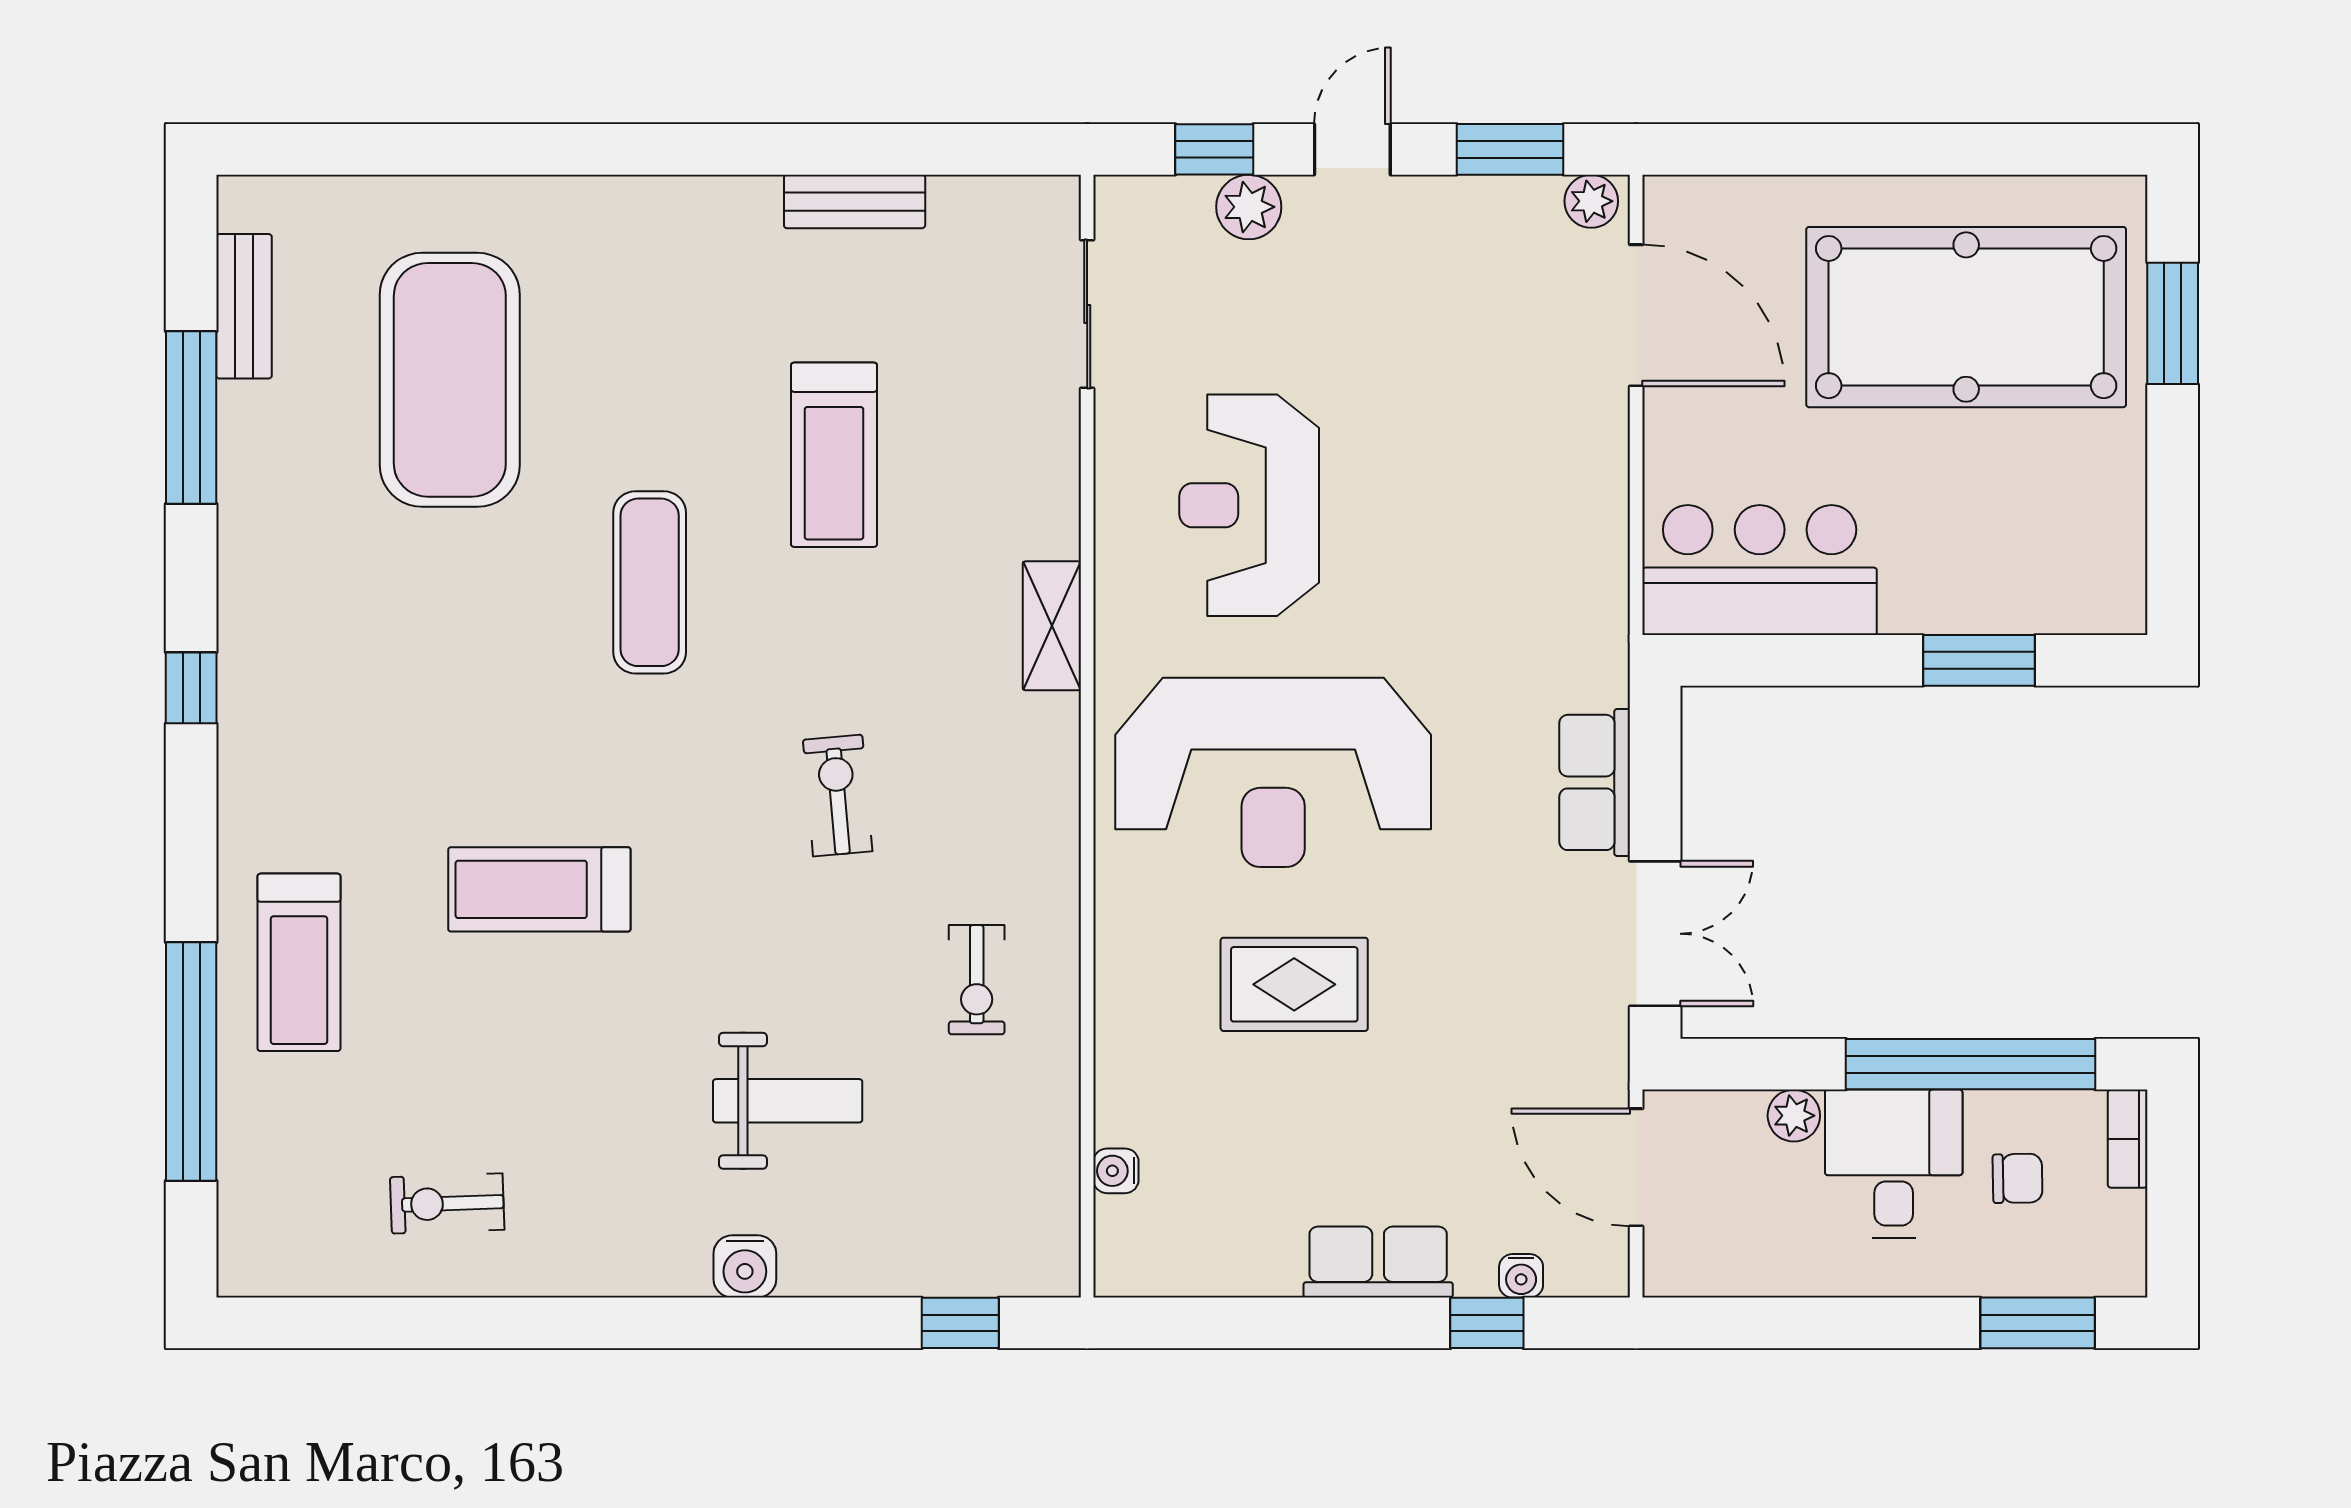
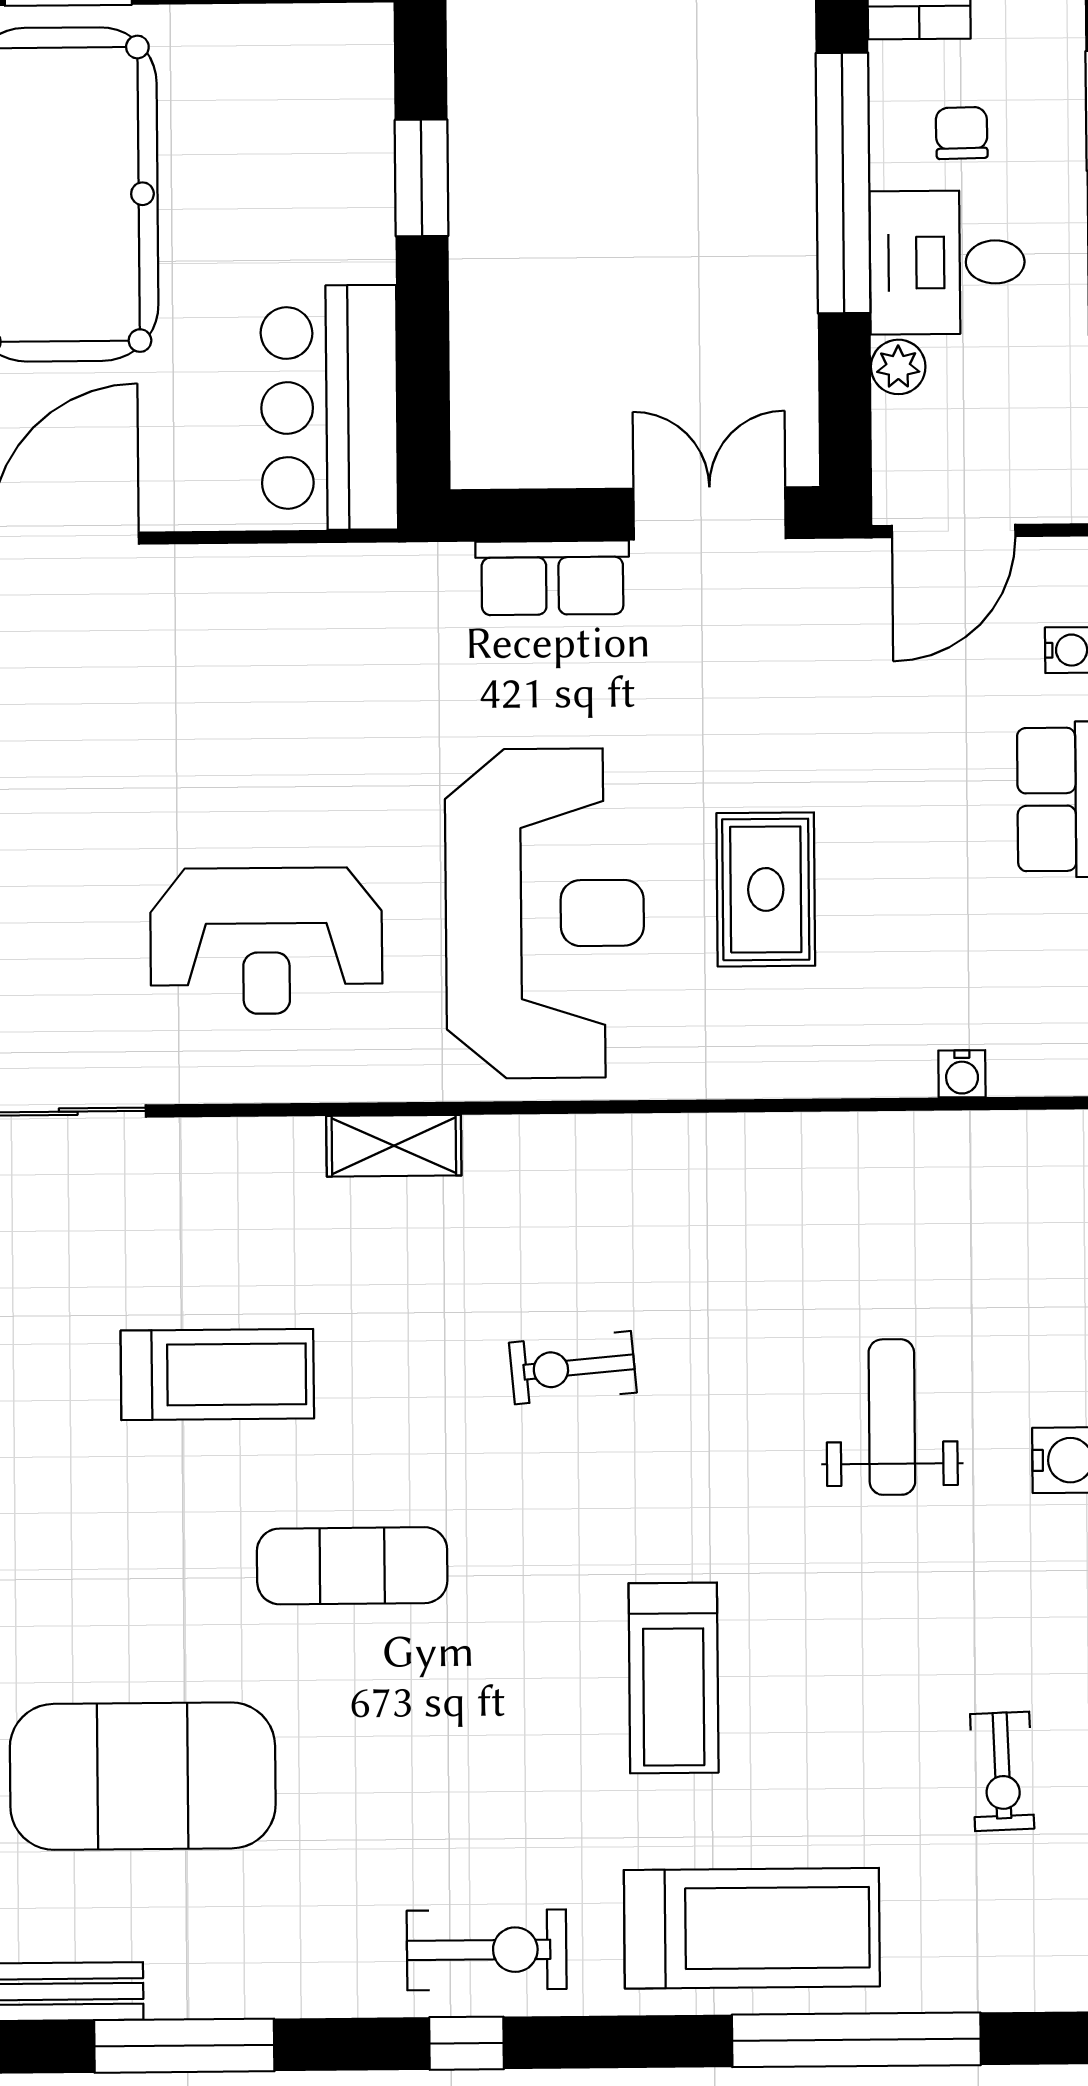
treadmill: (299, 962) -> (752, 1928), width x1.37, depth x1.38
exercise bike: (977, 980) -> (487, 1950), moved, width x1.38, depth x1.39

